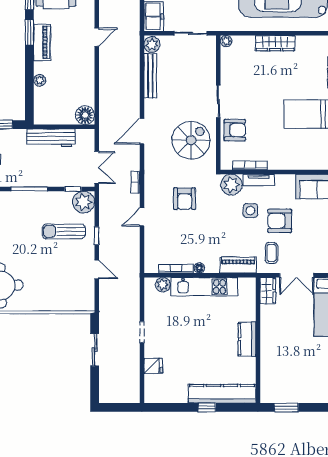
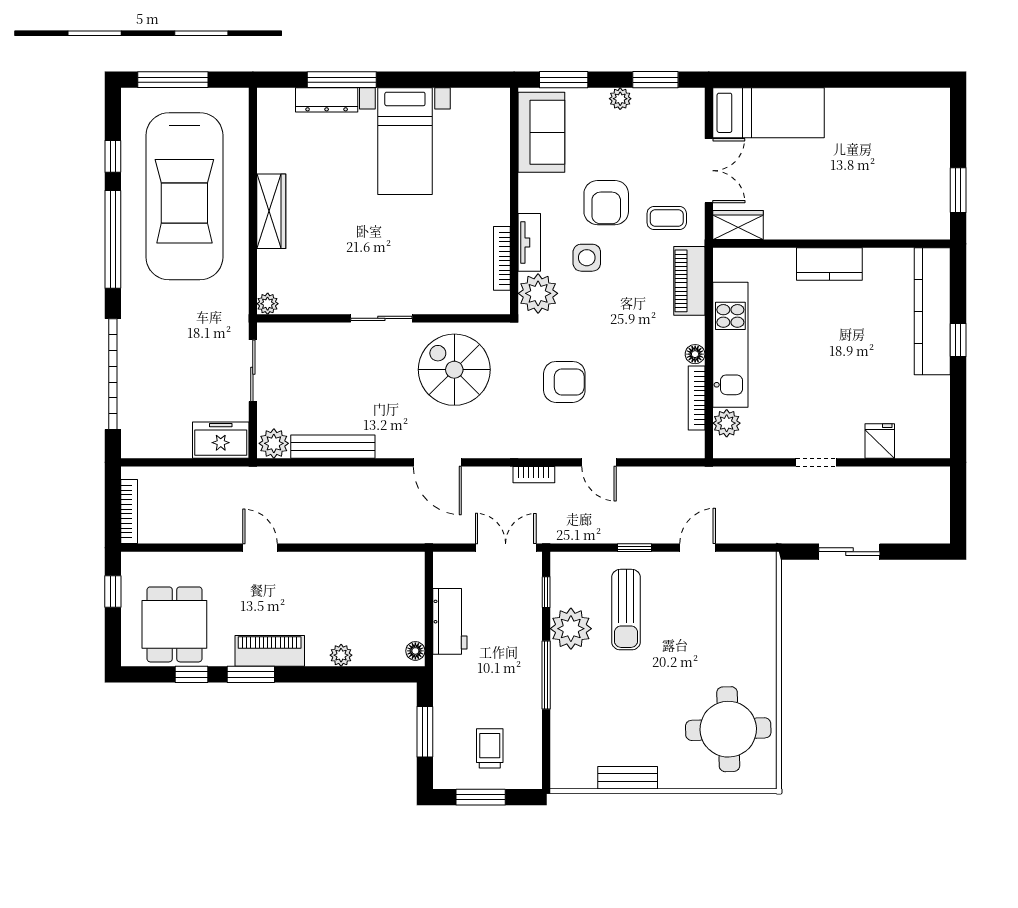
floor lamp: (85, 115) -> (415, 651), moved, width x0.53, depth x0.53
armchair: (235, 130) -> (435, 287), removed
workbench: (51, 138) -> (450, 621), width x0.73
plant: (84, 202) -> (571, 629), moved

